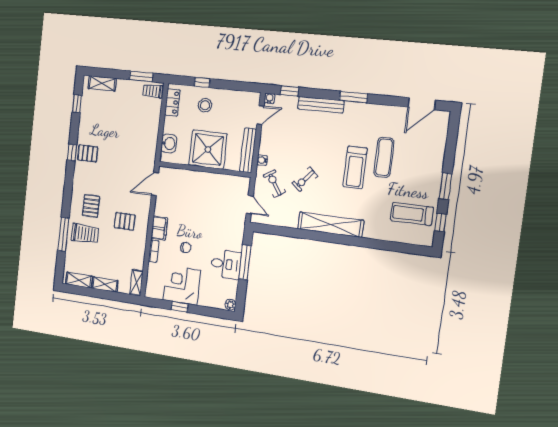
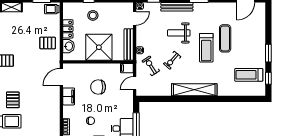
locker: (172, 102) -> (68, 29), moved
weight bench: (319, 142) -> (179, 33), added
filing cabinet: (242, 183) -> (127, 68), added
chair: (201, 204) -> (98, 87), added
door: (250, 205) -> (135, 83), swing flipped
pallet: (125, 221) -> (48, 43), moved
filing cabinet: (159, 228) -> (69, 96), moved

